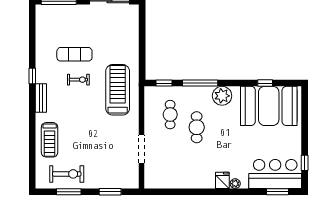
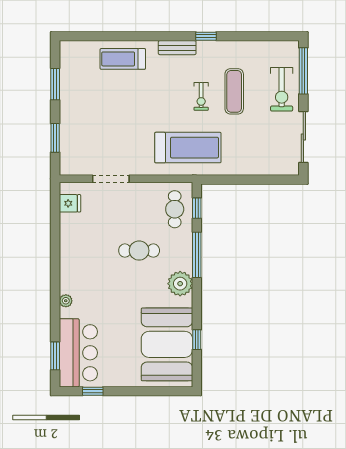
cafe table: (170, 115) -> (175, 209), moved, turned 90
exercise bike: (67, 174) -> (282, 89), moved
fridge: (222, 180) -> (70, 203), moved

